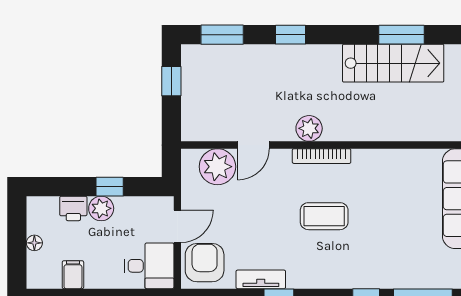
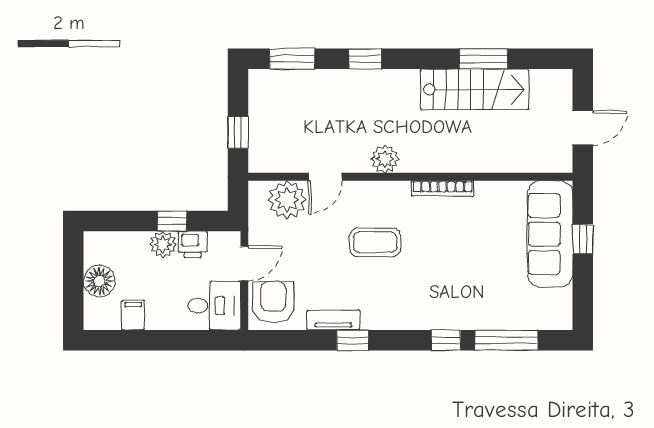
window: (171, 81) -> (238, 133), moved
bookcase: (322, 156) -> (443, 188), moved
printer: (73, 208) -> (193, 244), moved
coffee table: (324, 216) -> (375, 242), moved
floor lamp: (34, 243) -> (99, 281), width x1.89, depth x1.89

